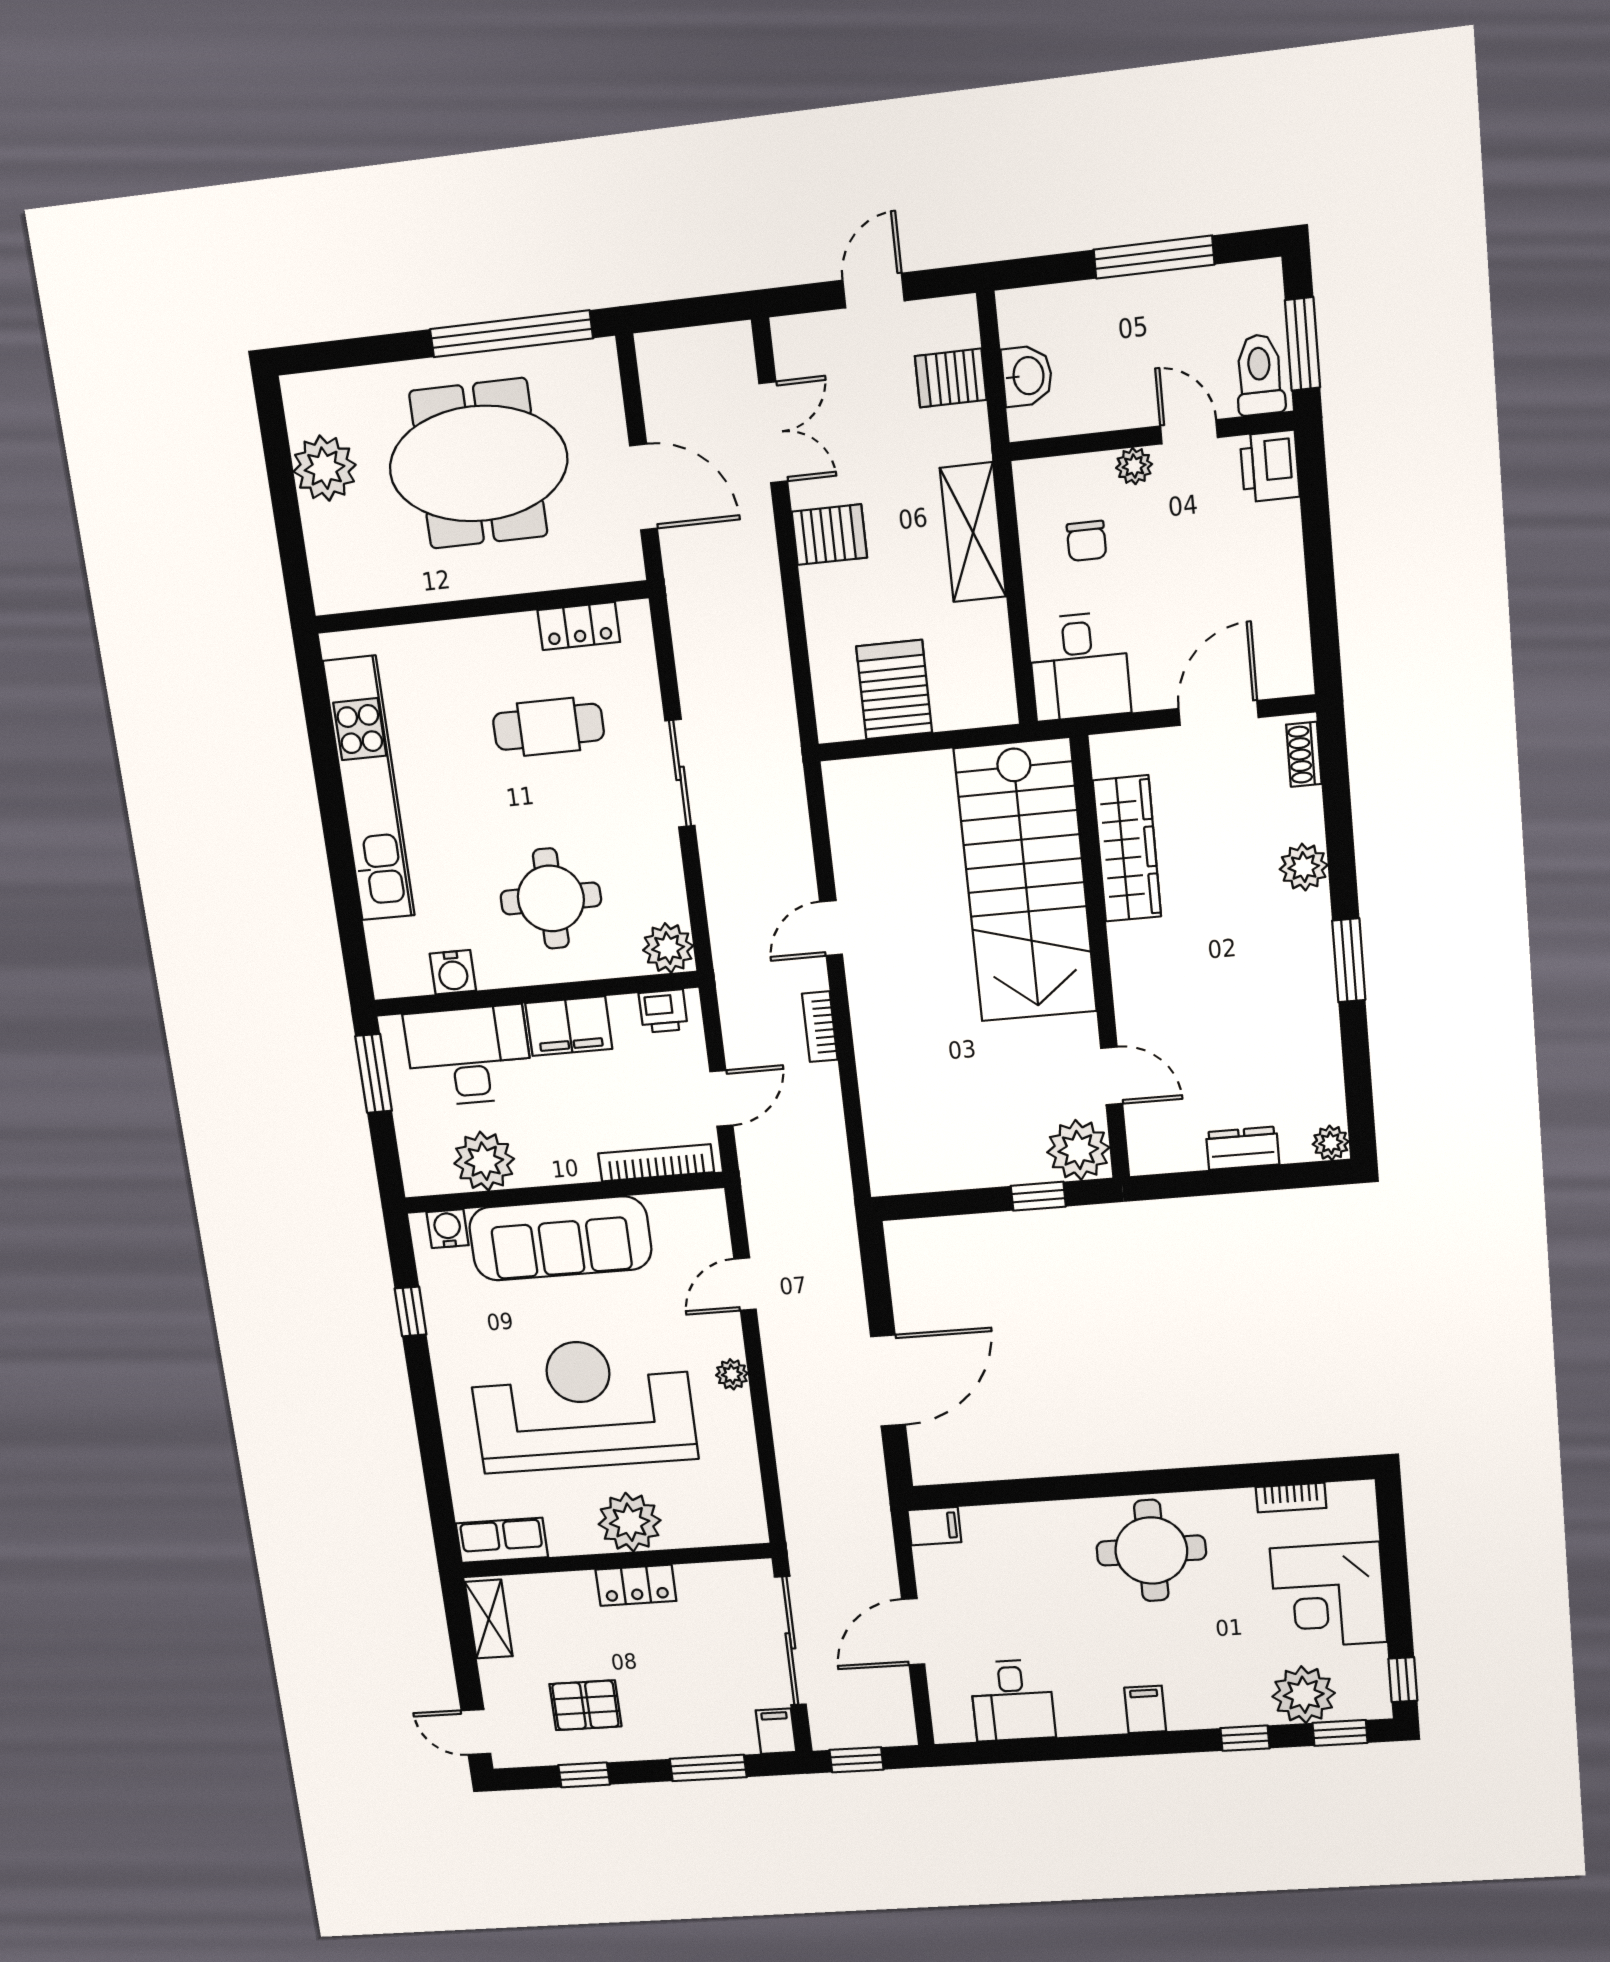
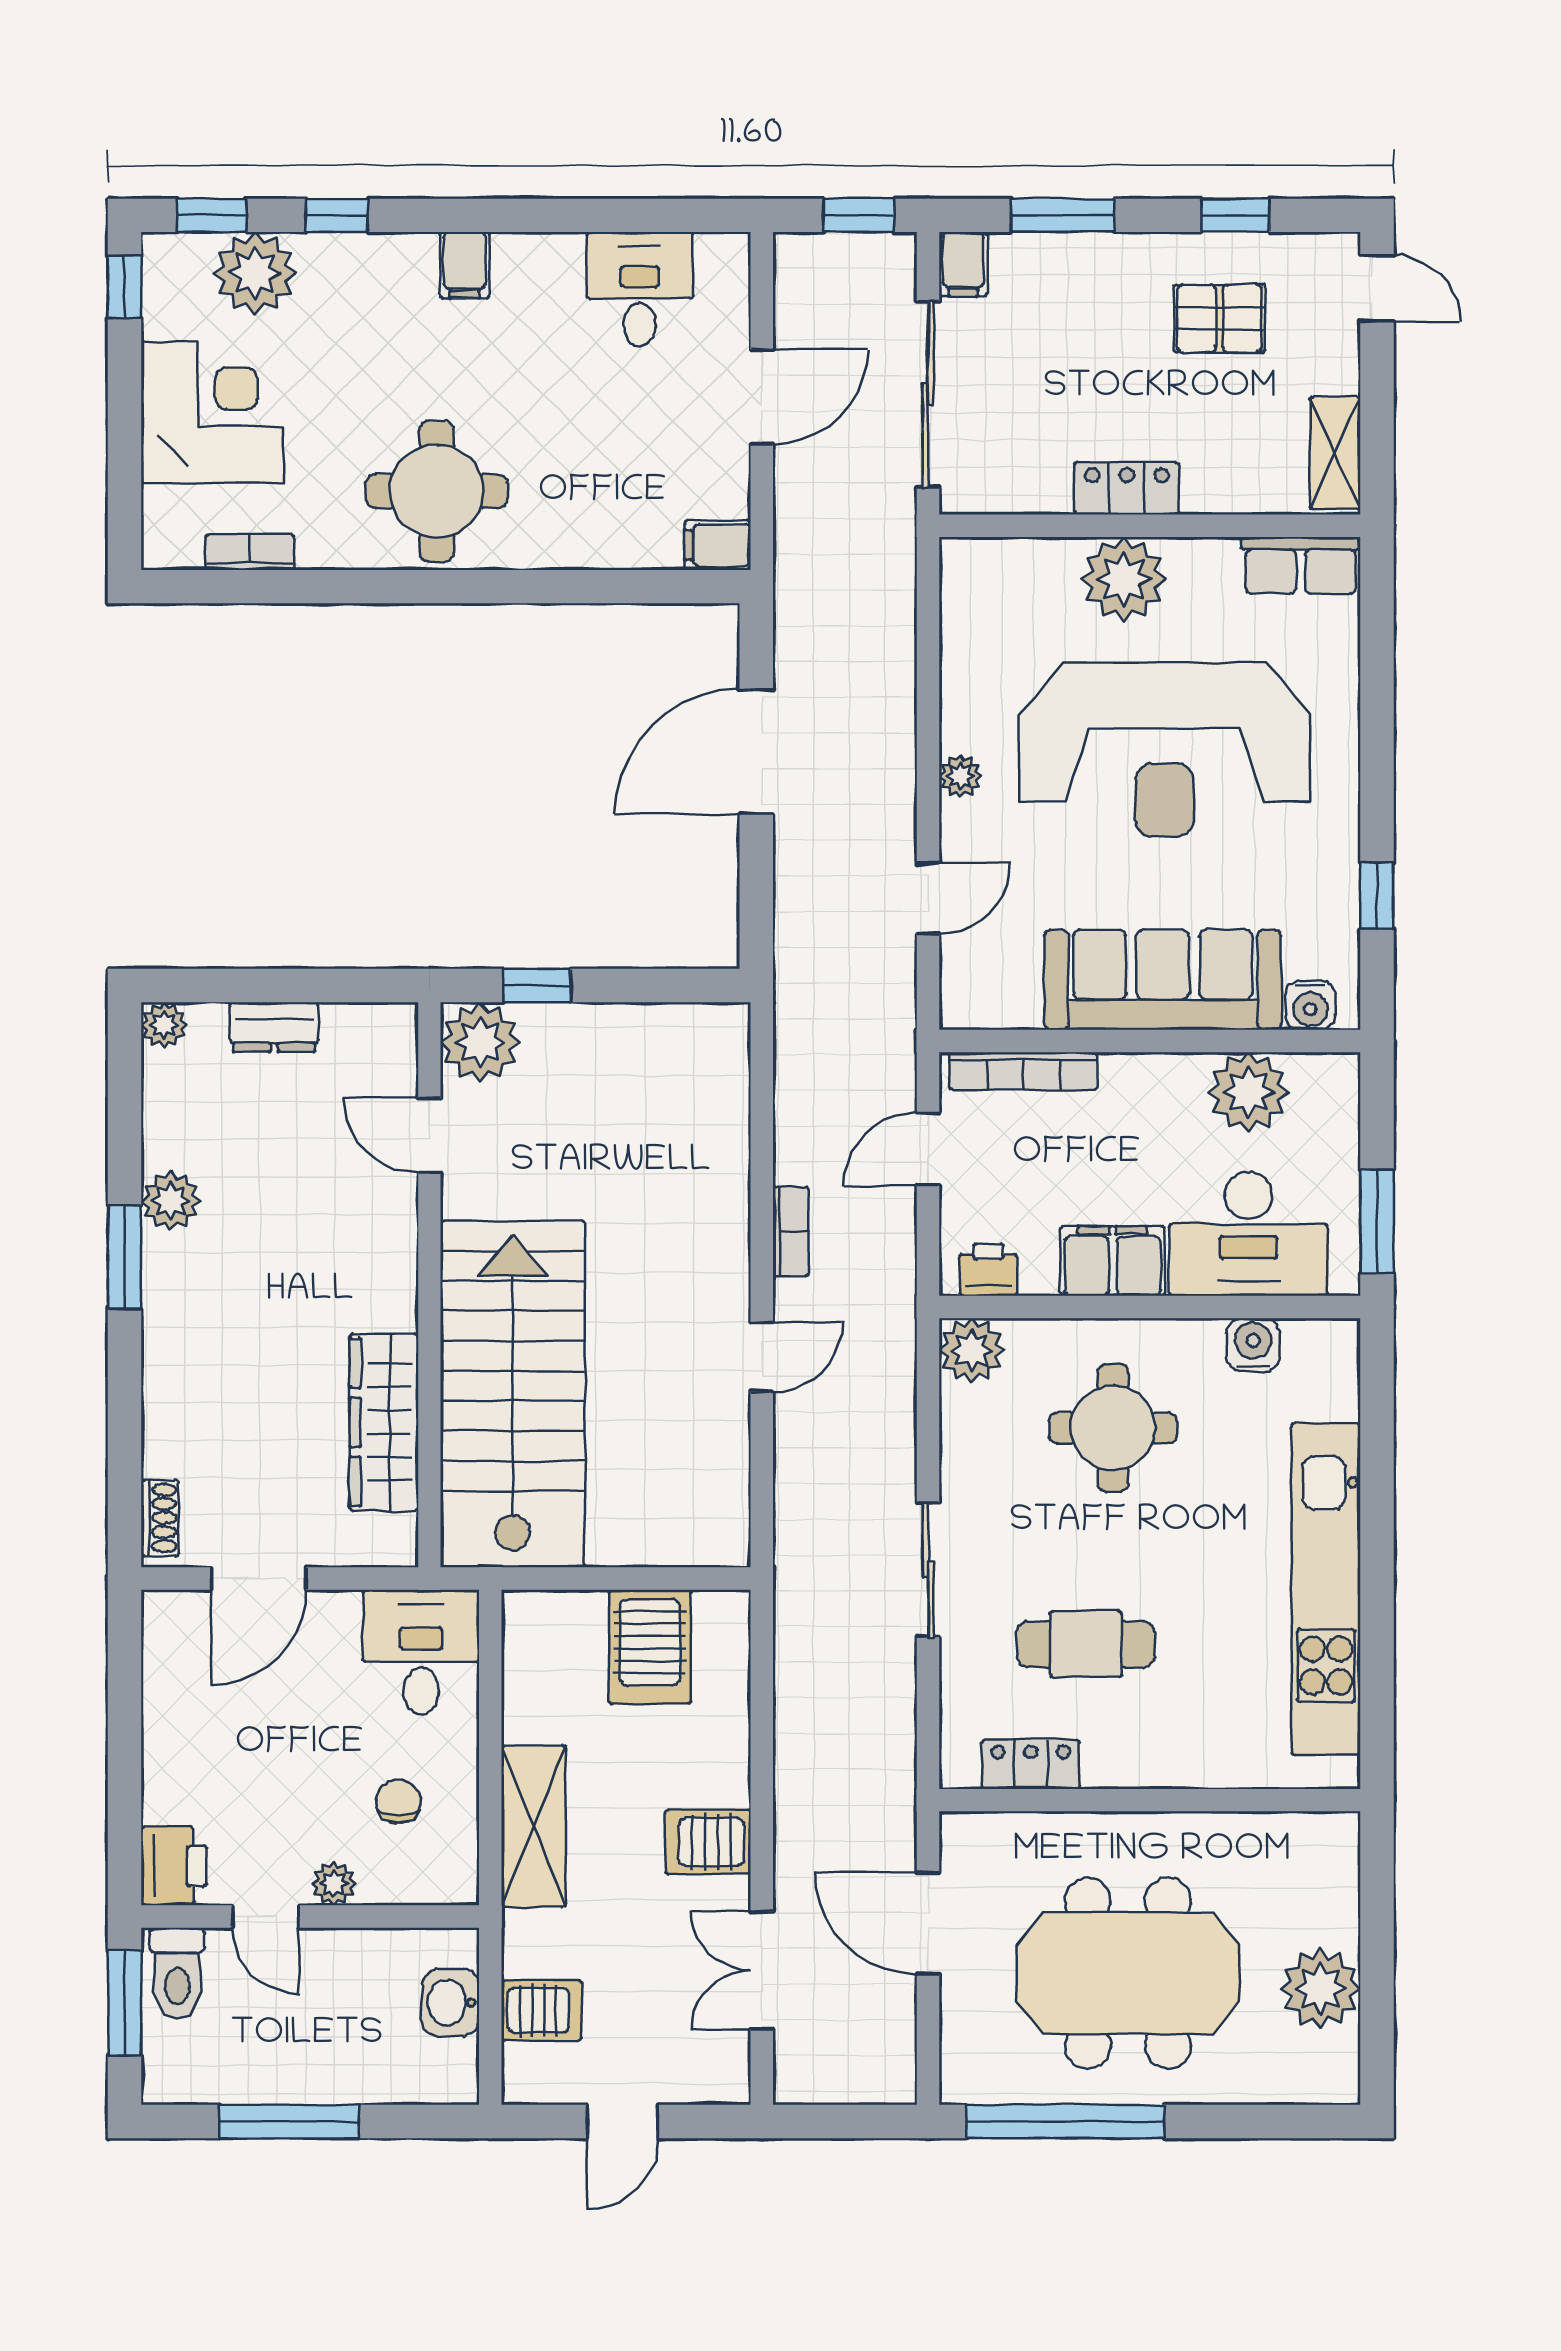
plant: (1304, 867) -> (171, 1201), moved

